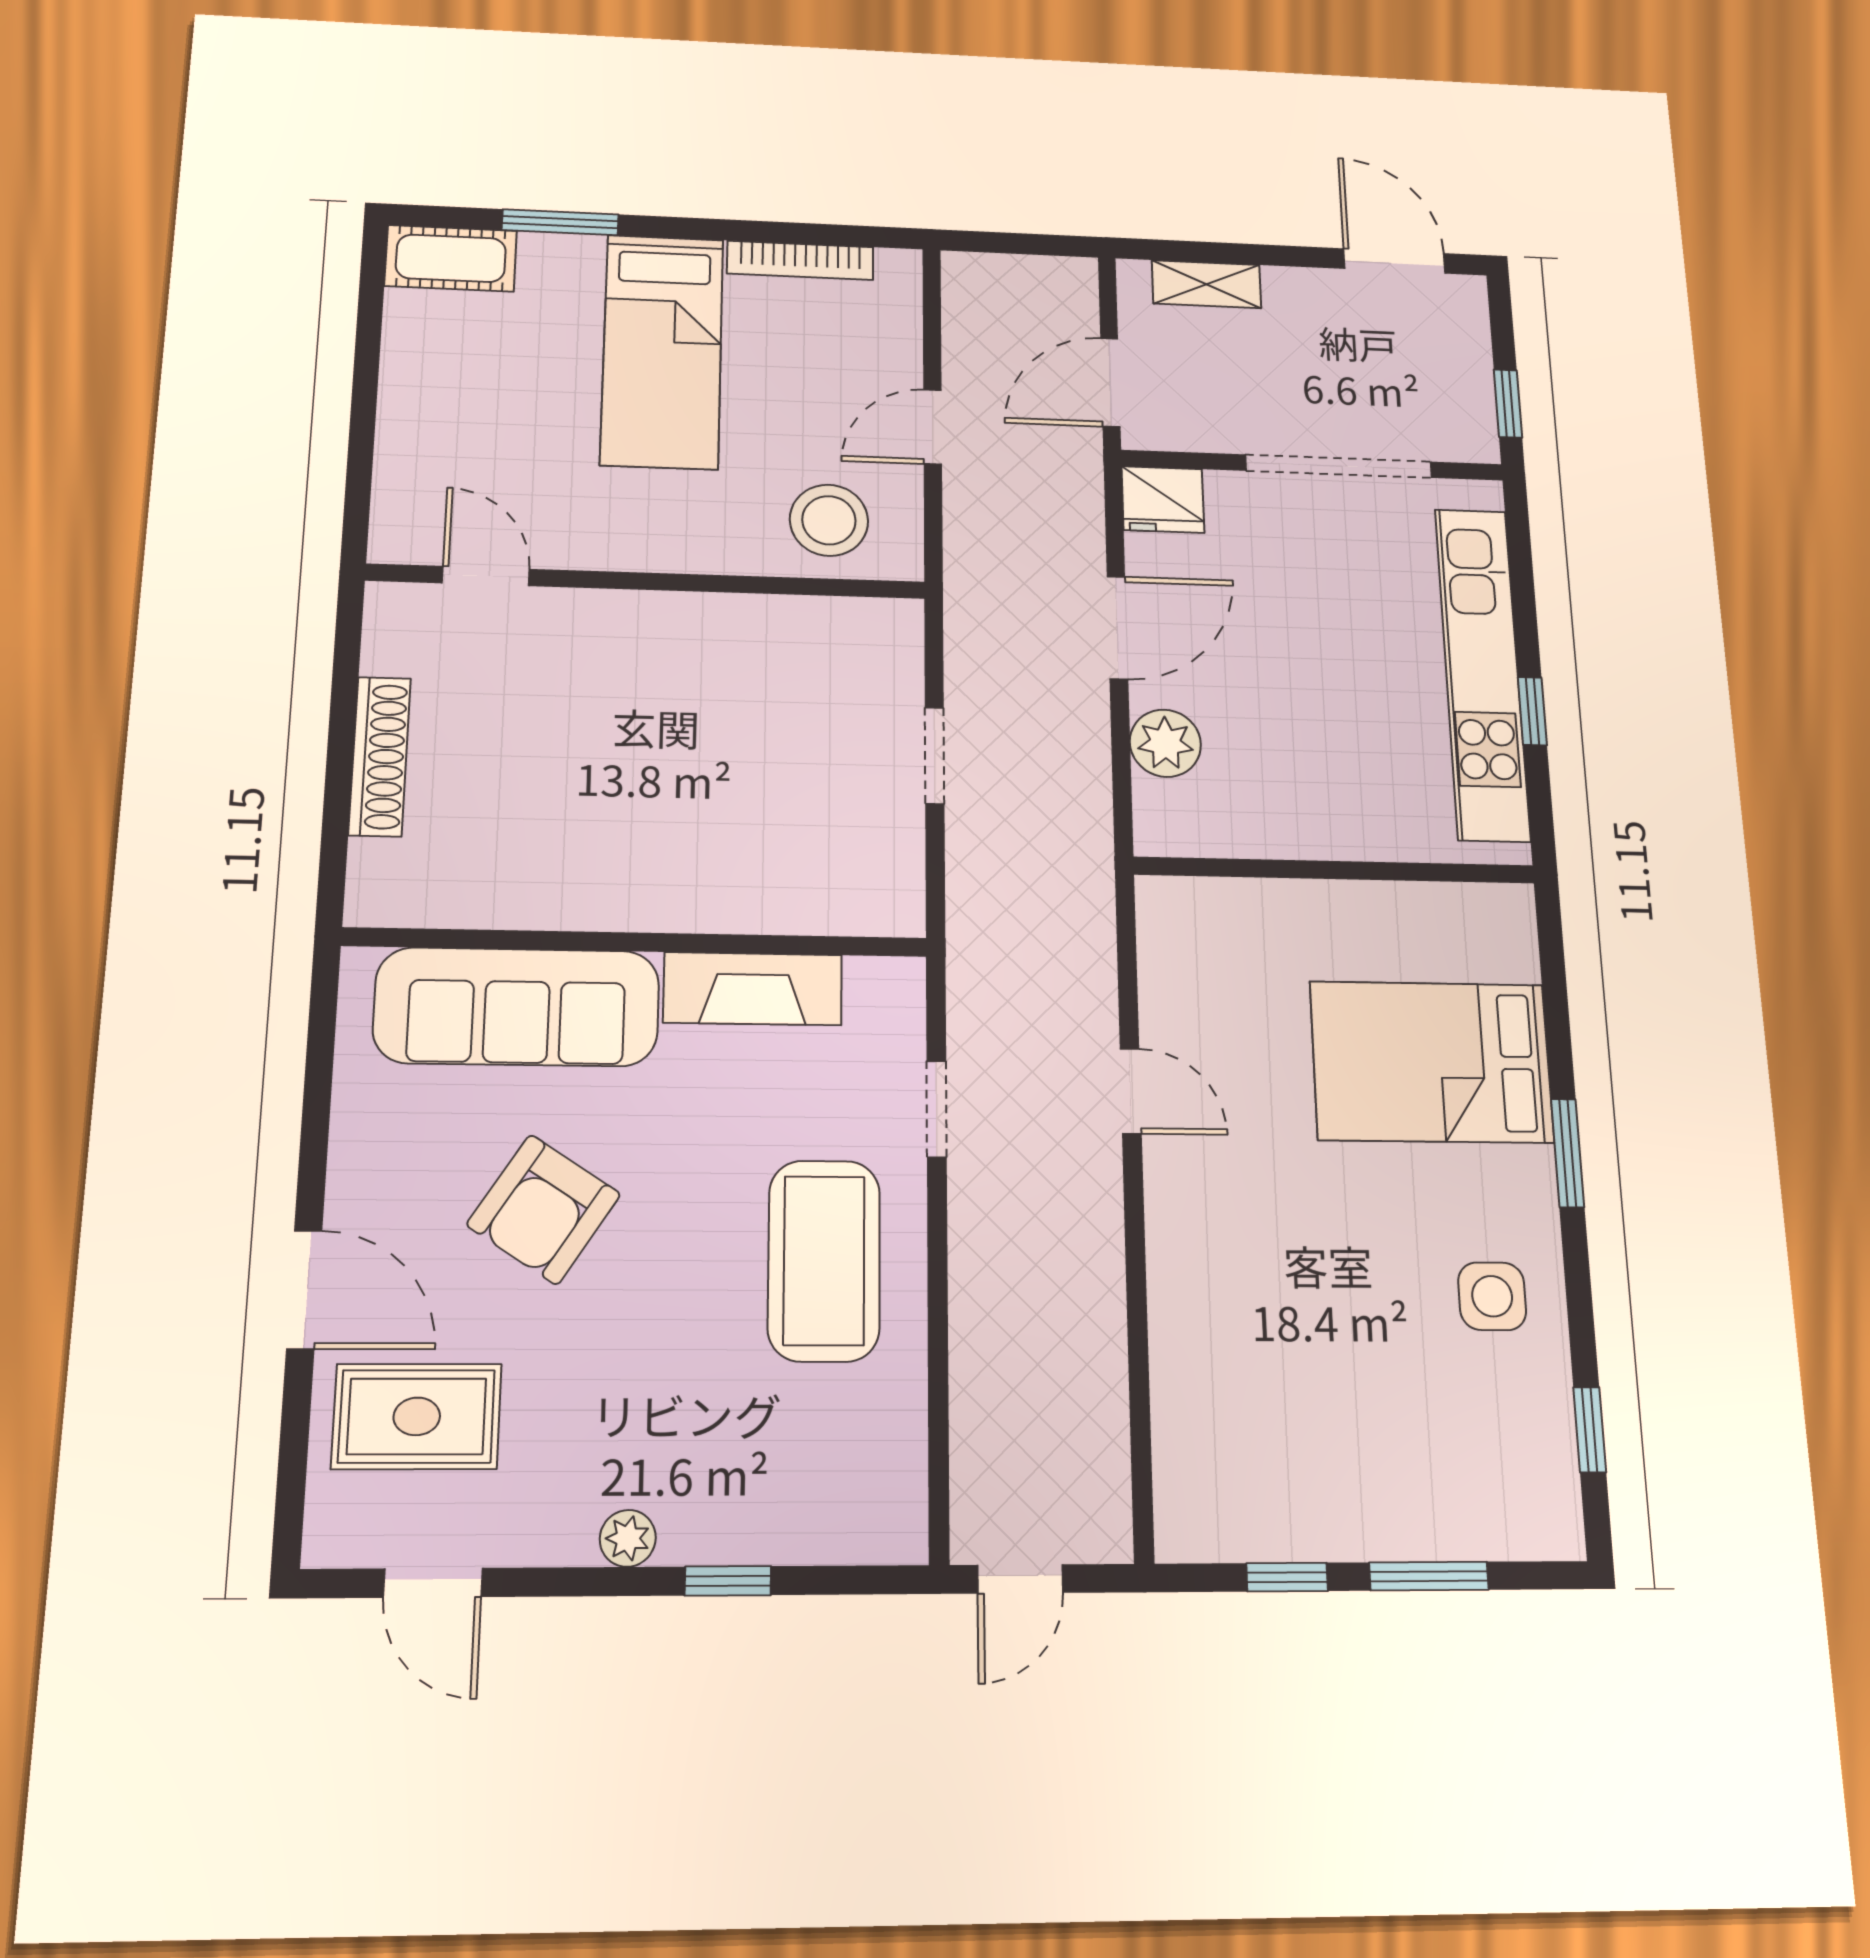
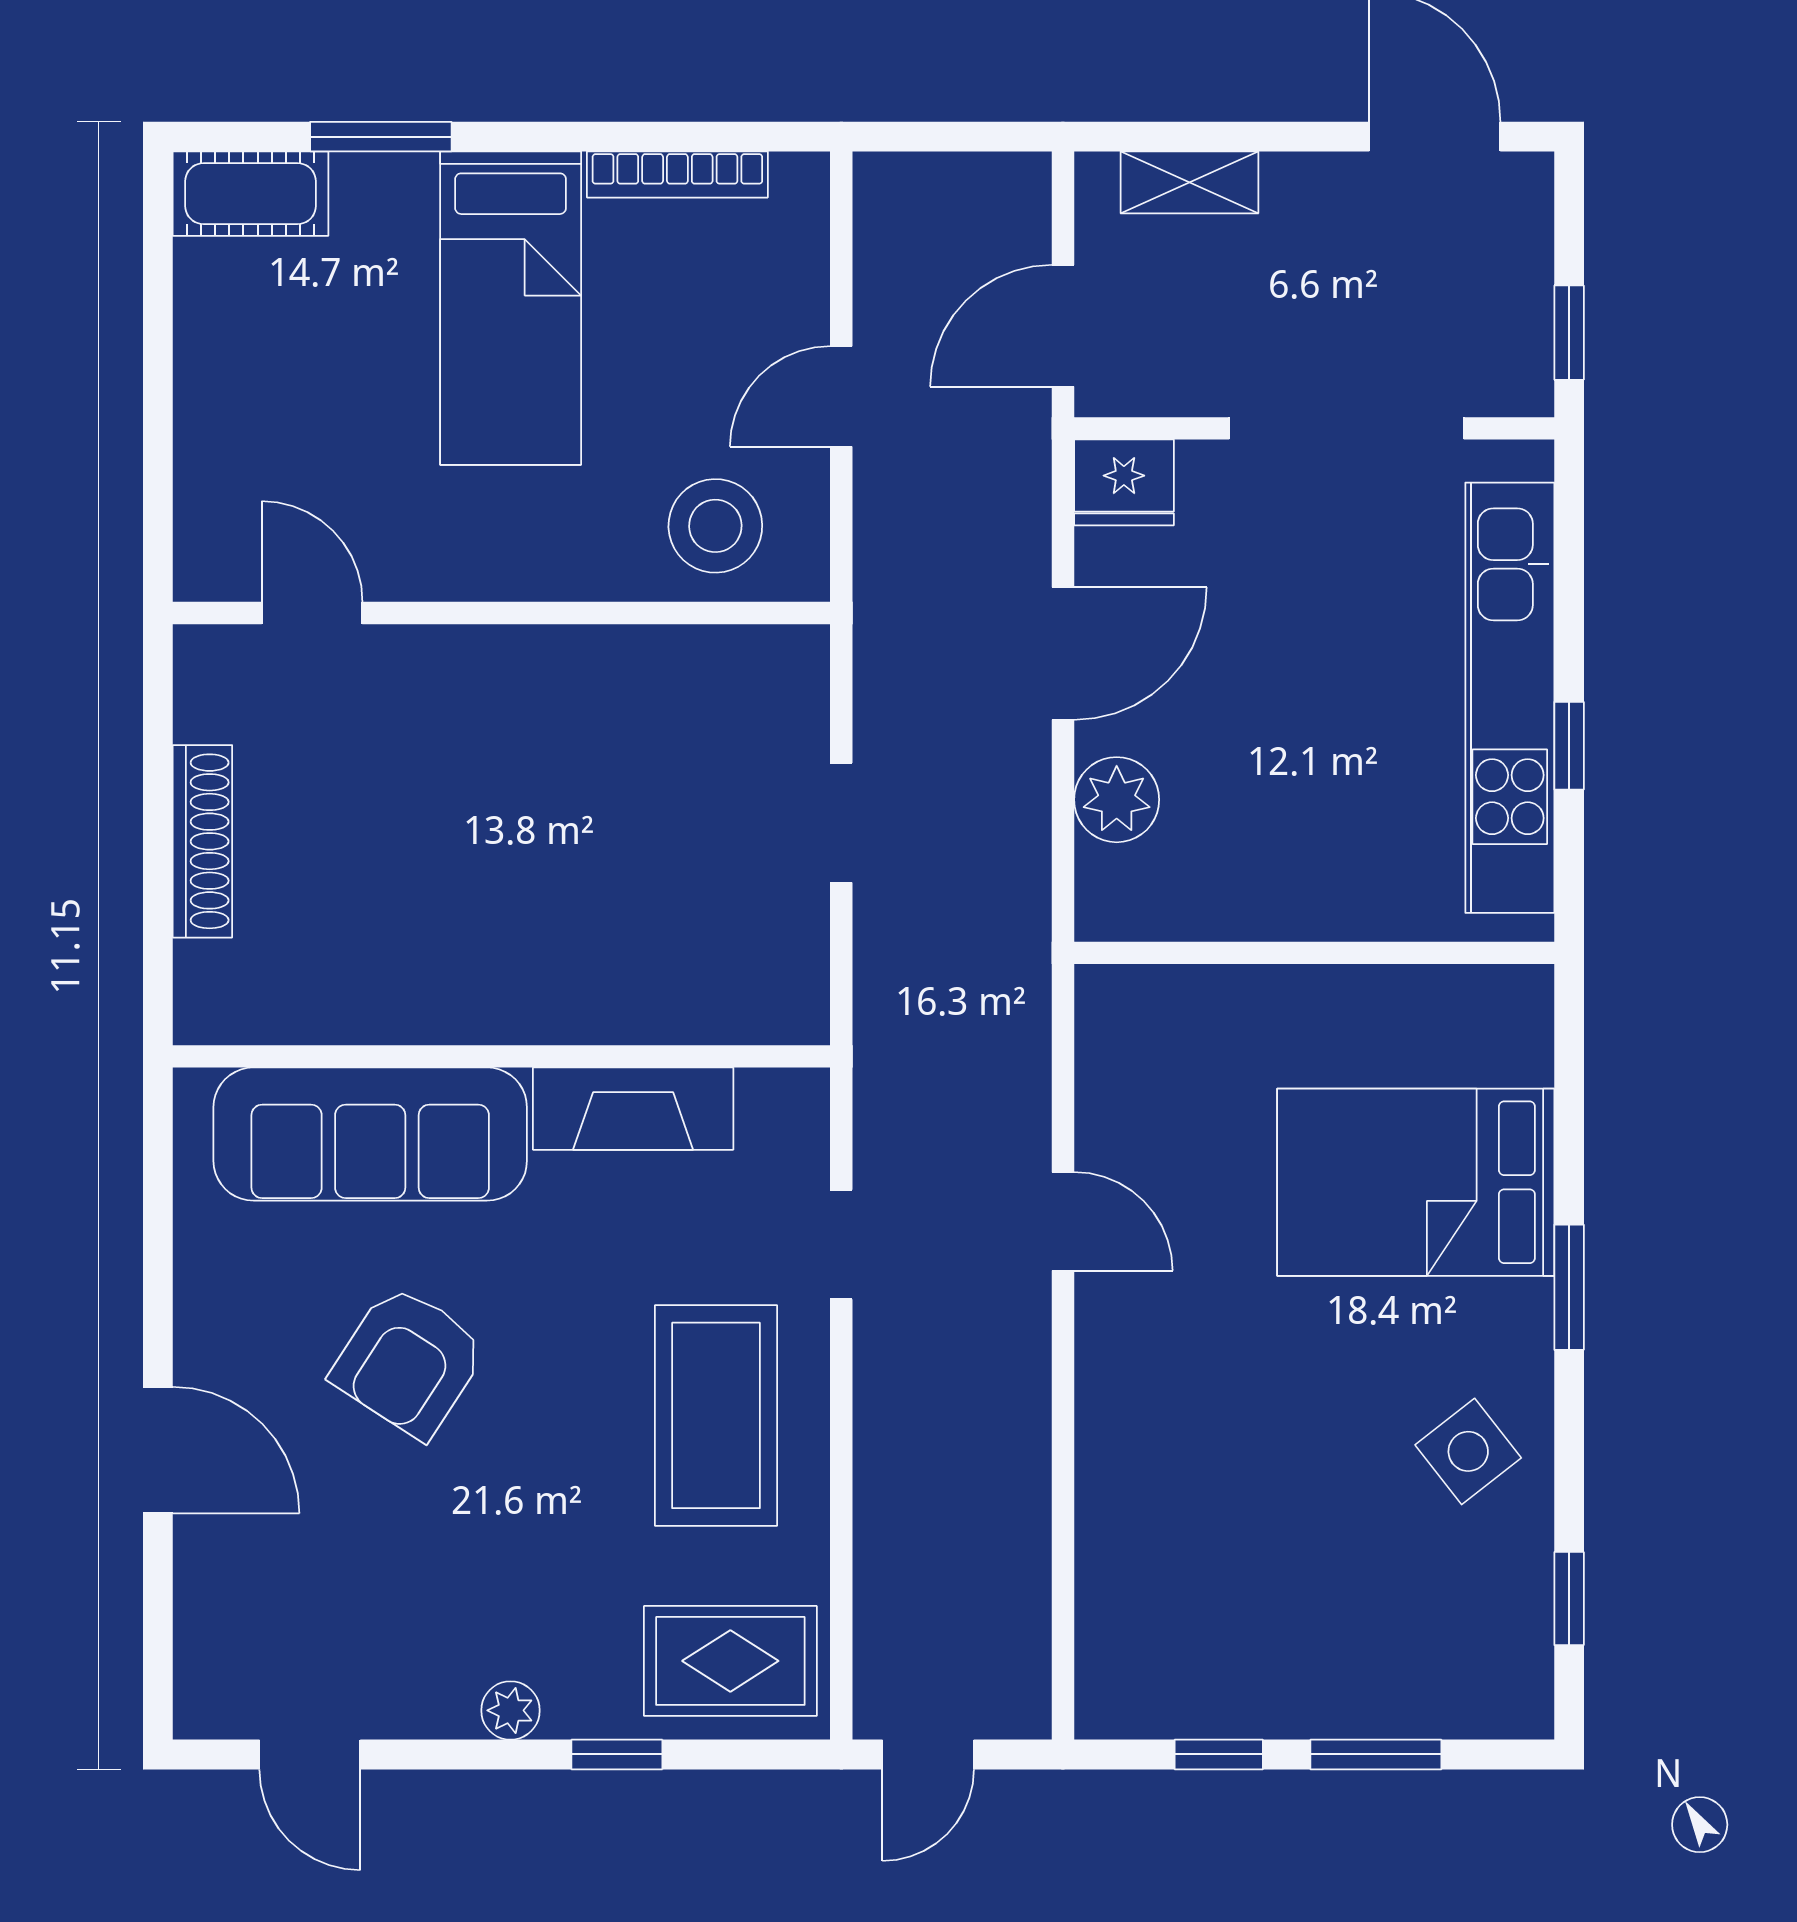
side table: (1492, 1296) -> (1468, 1451), turned -38
rug: (417, 1416) -> (730, 1661), moved

